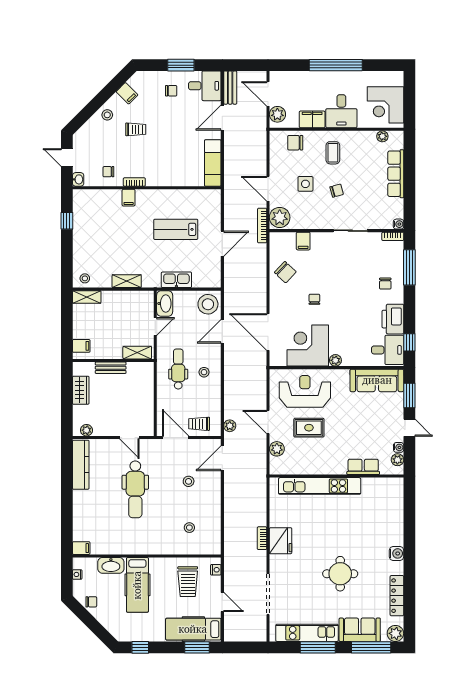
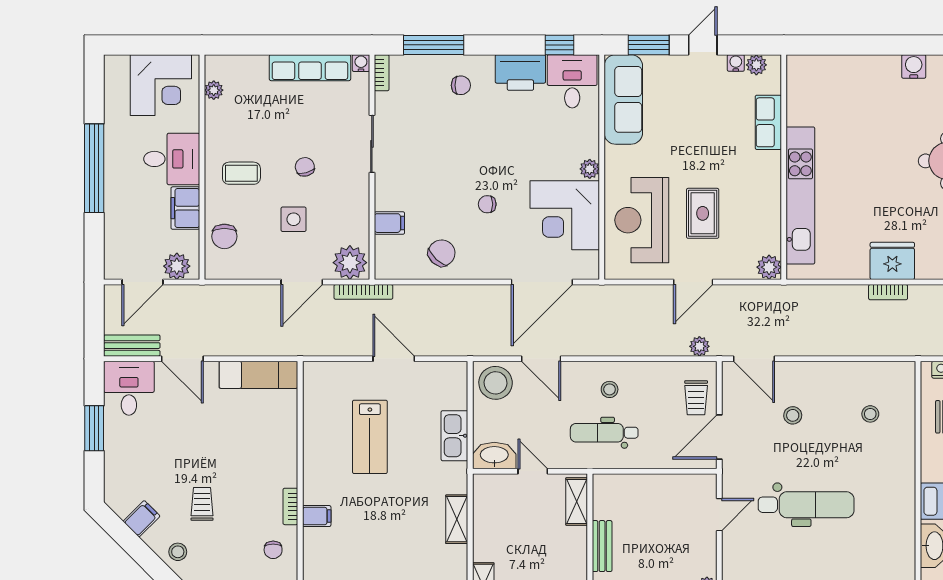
chair: (171, 91) -> (137, 445), removed
row of seats: (396, 174) -> (310, 68), moved
plant: (277, 449) -> (769, 267), moved

